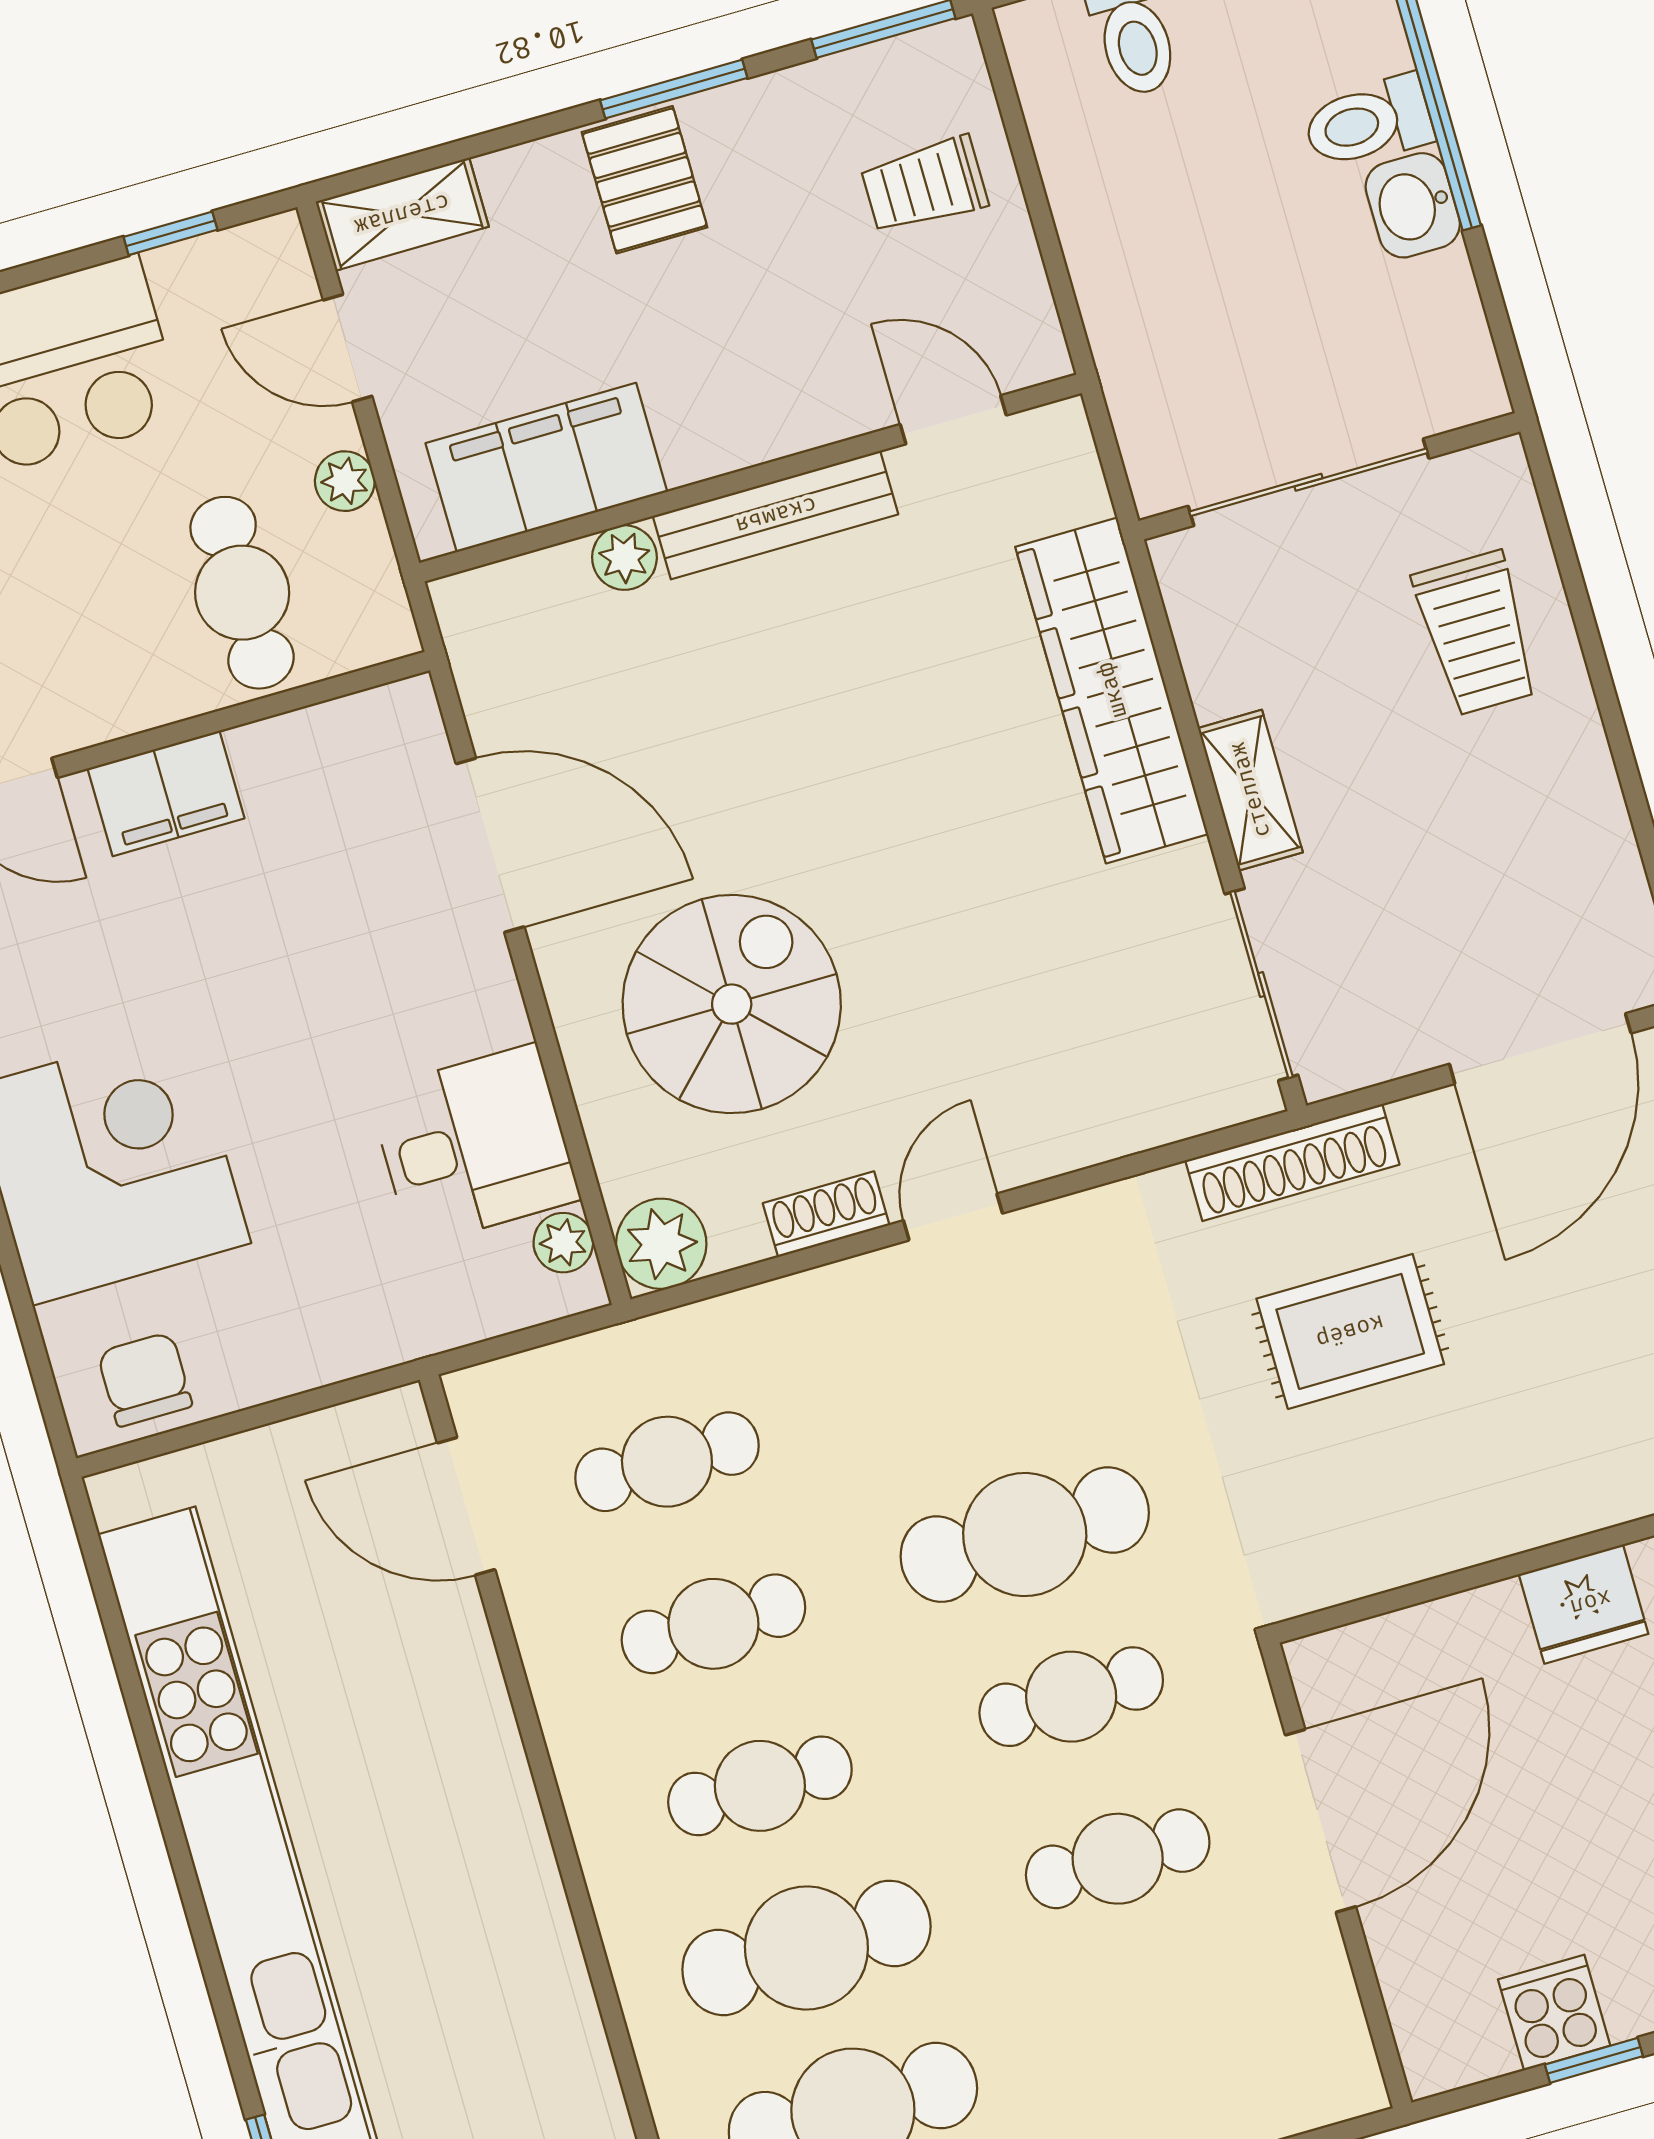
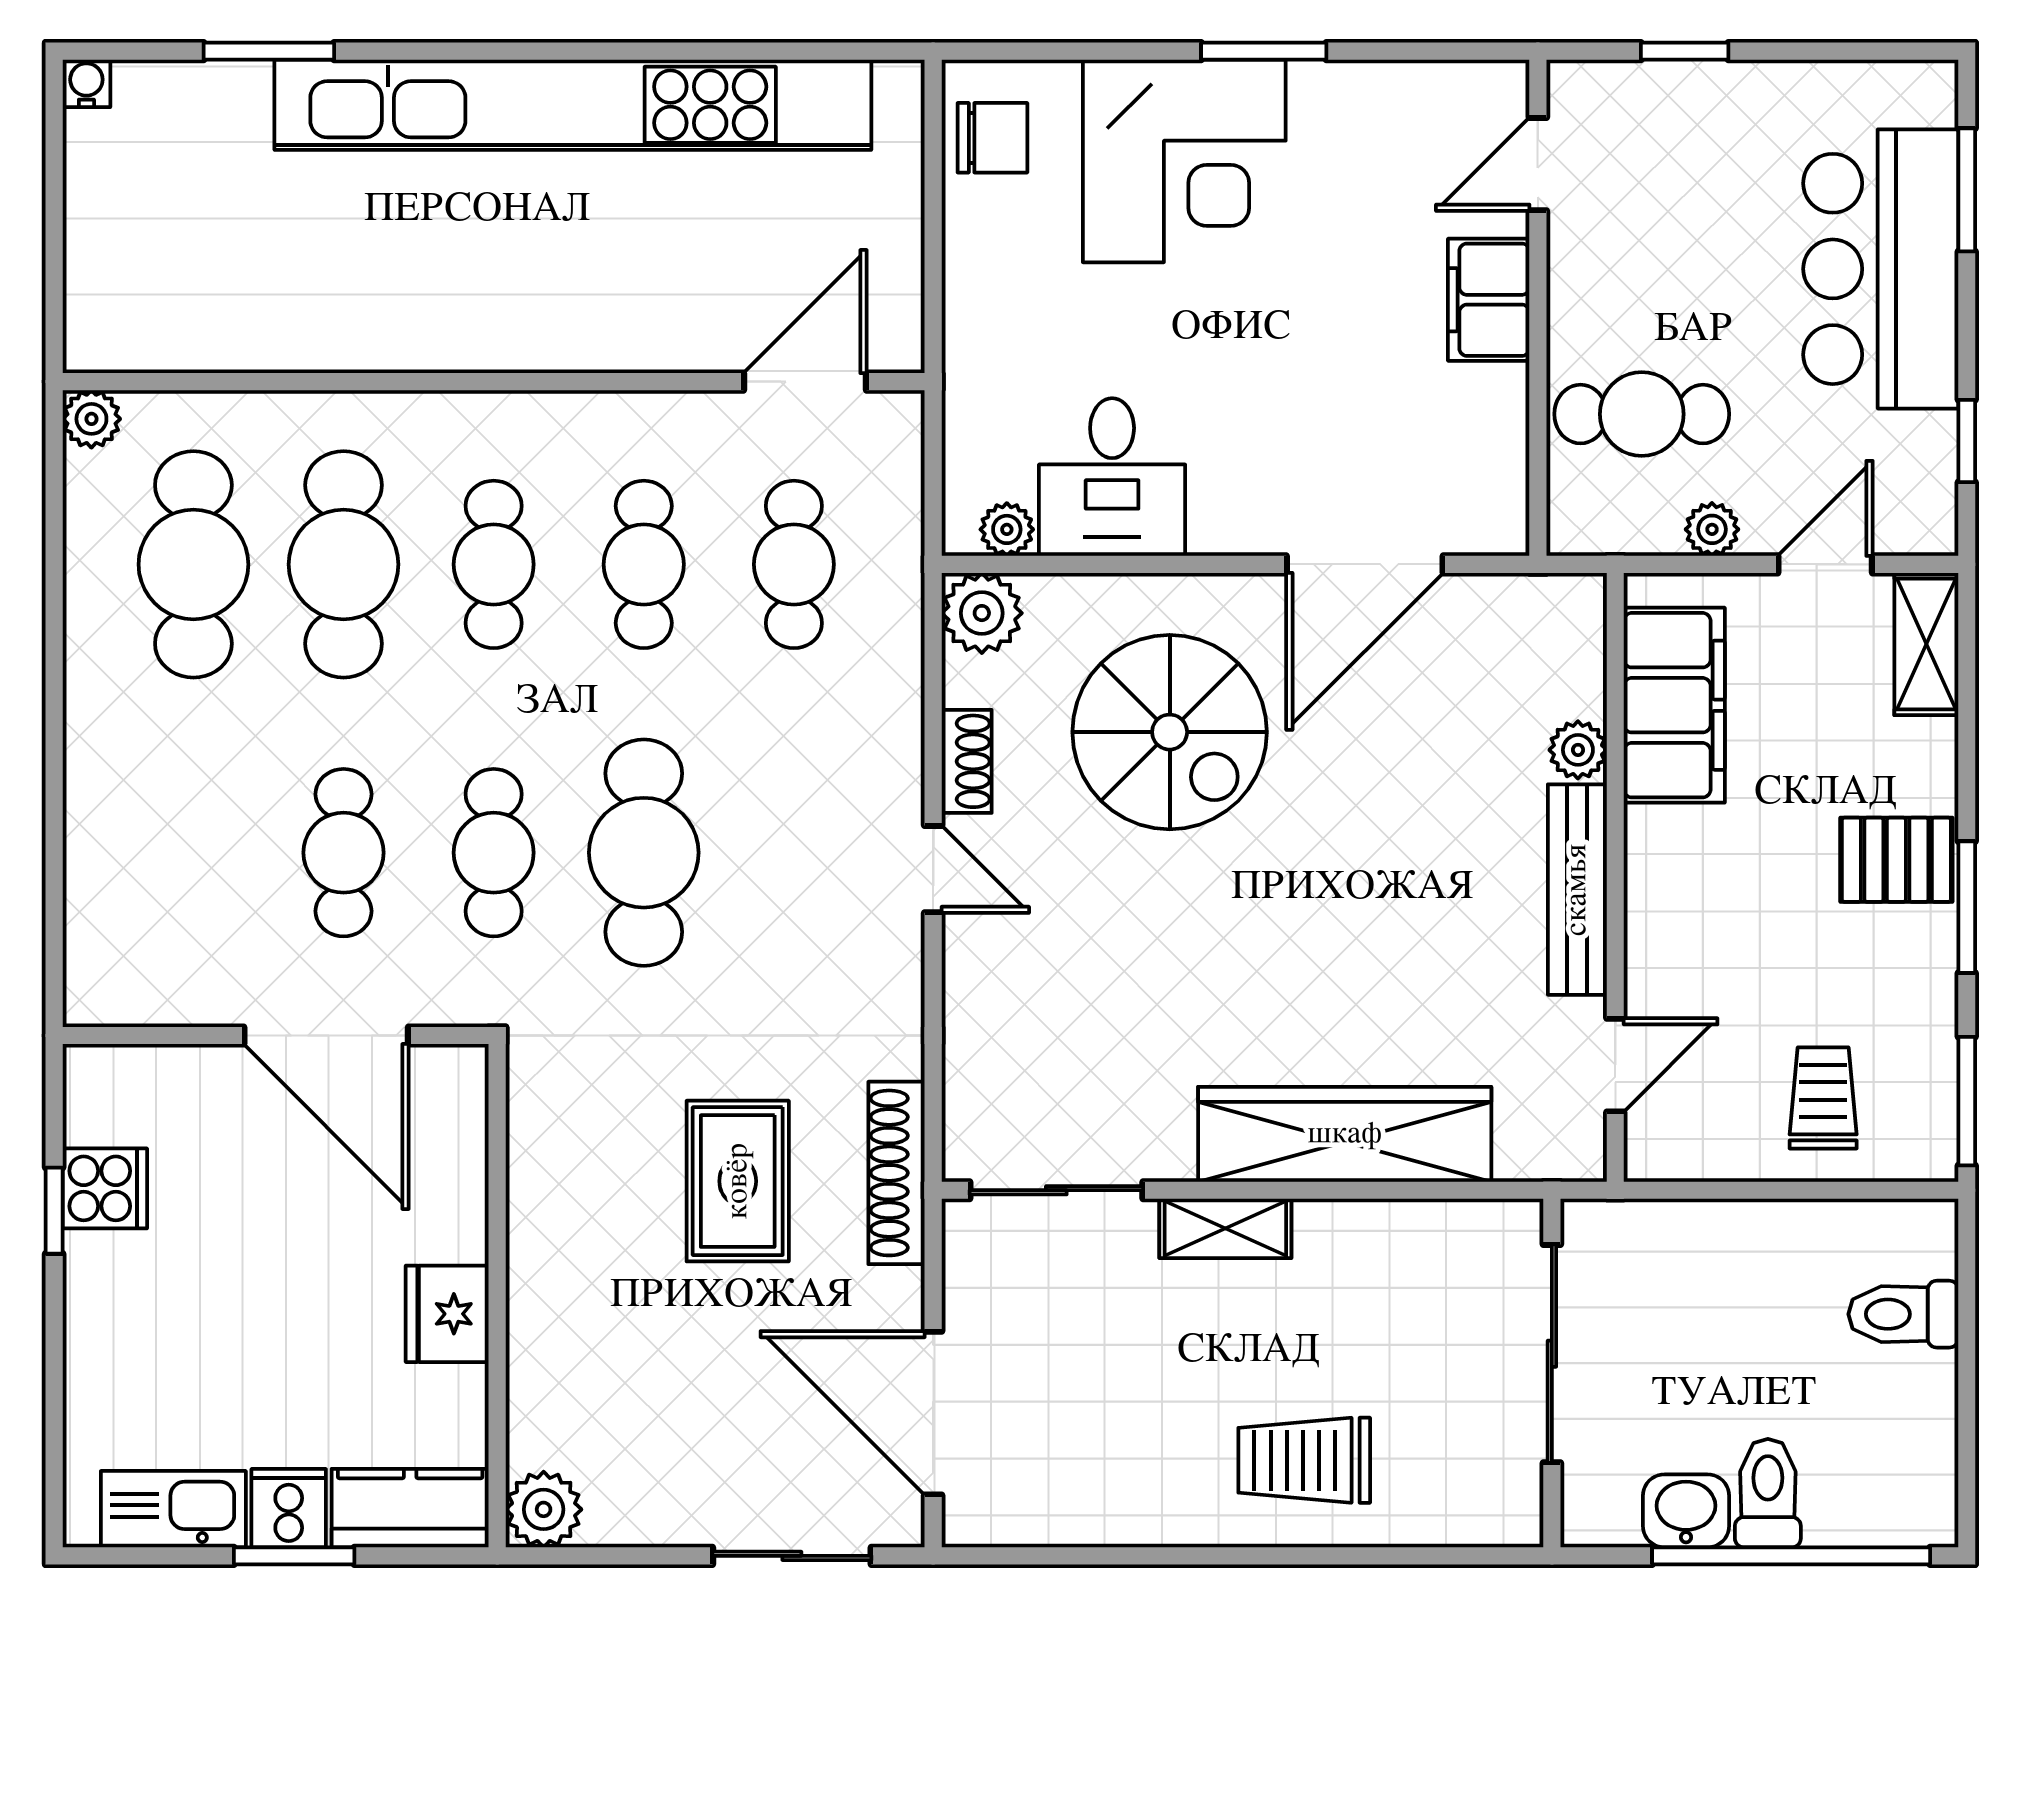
wall: (1329, 476) -> (1552, 1373), moved
sliding door: (1309, 482) -> (1552, 1354), moved

